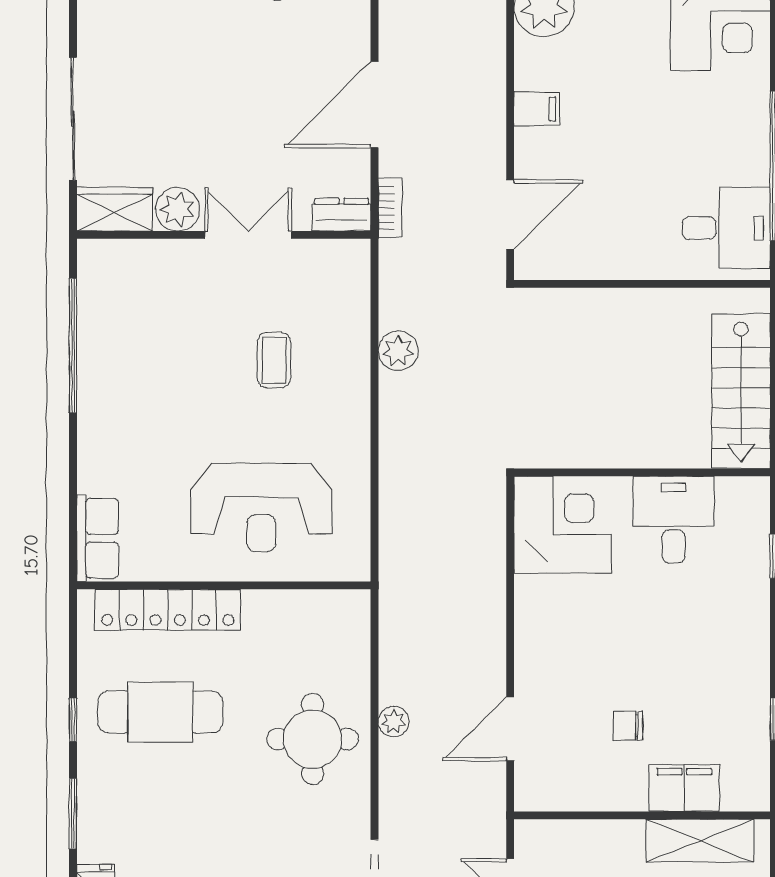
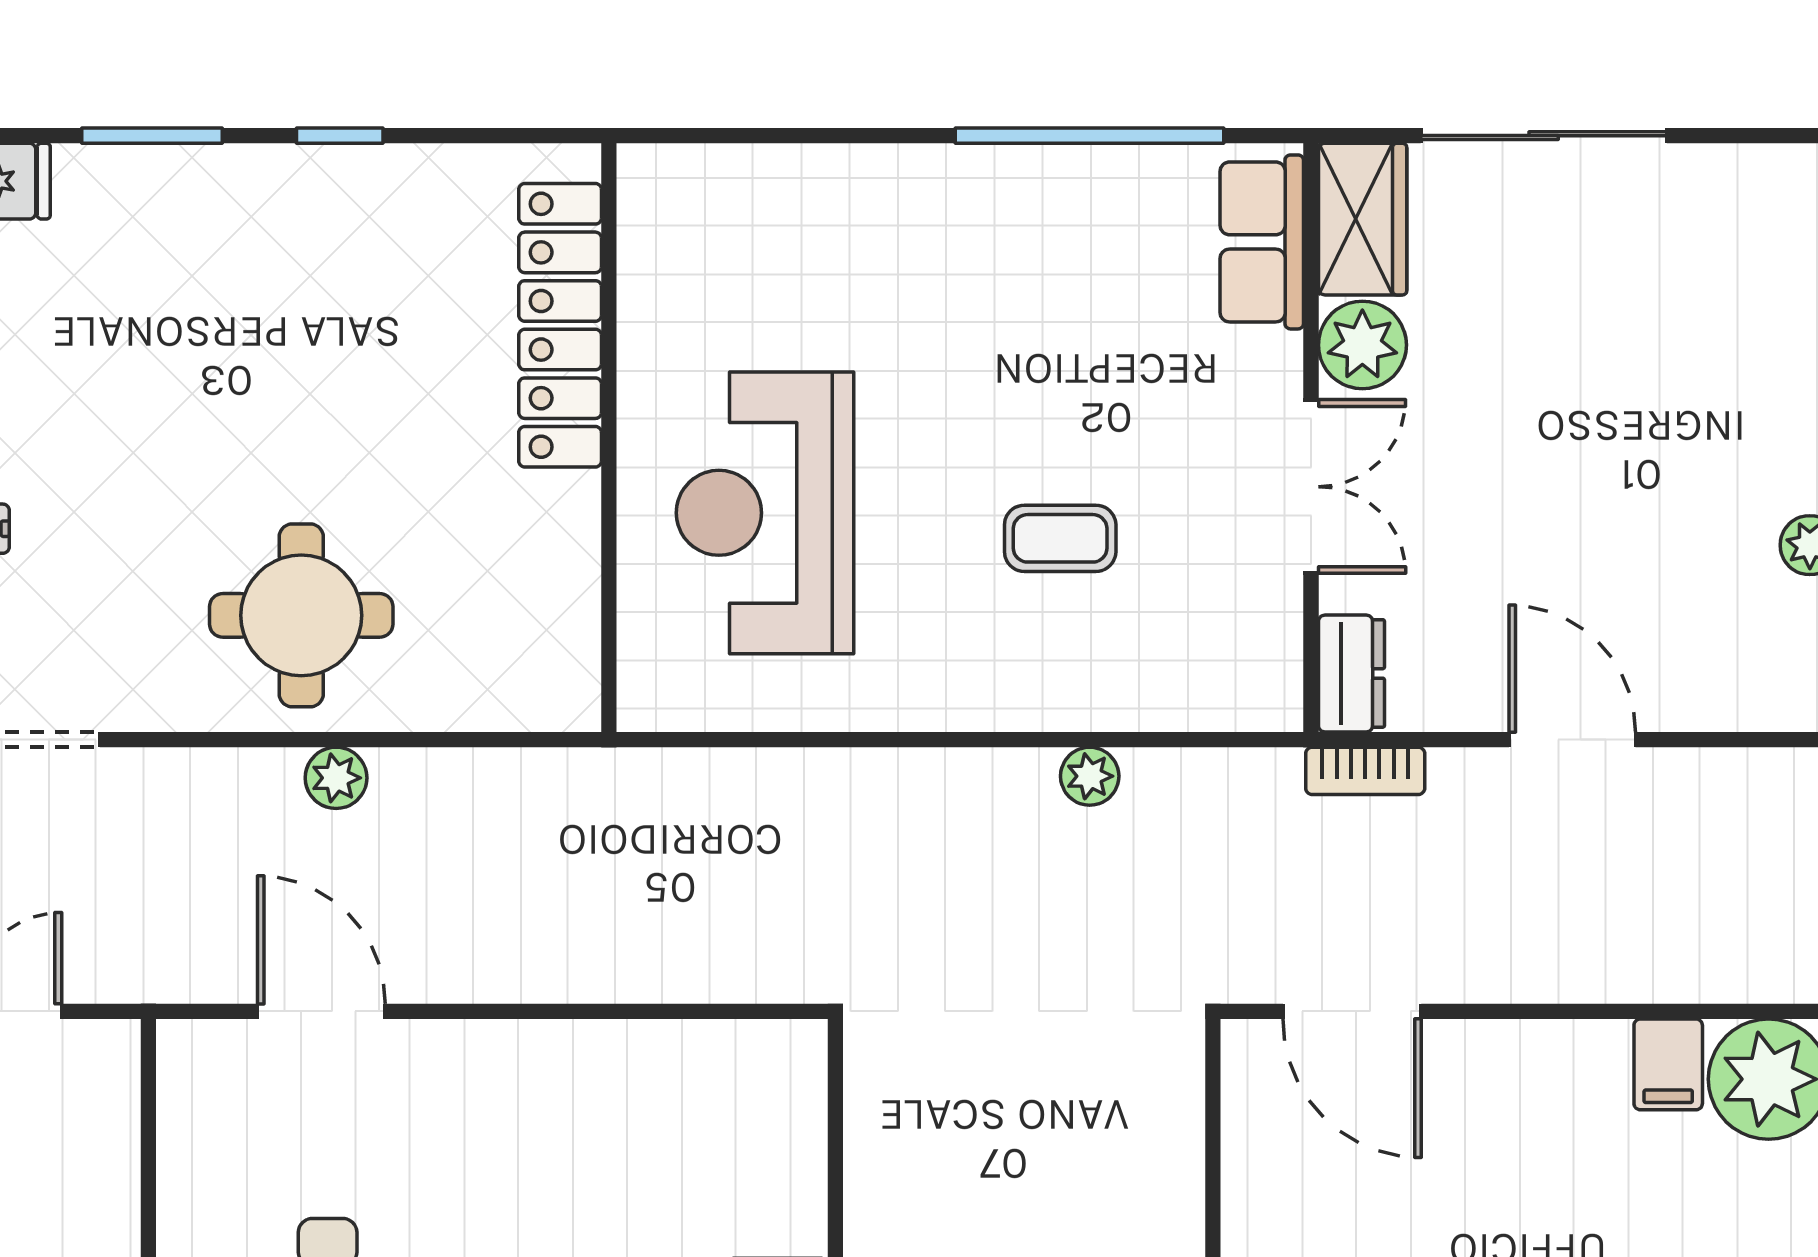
door: (374, 105) -> (1572, 740), width x0.73
filing cabinet: (537, 109) -> (1668, 1064), moved
plant: (398, 351) -> (1090, 776), width x0.73, depth x0.73
corner desk: (563, 525) -> (730, 1116), removed
row of seats: (98, 538) -> (1262, 242), moved, turned 90
cafe table: (160, 712) -> (355, 310), removed

